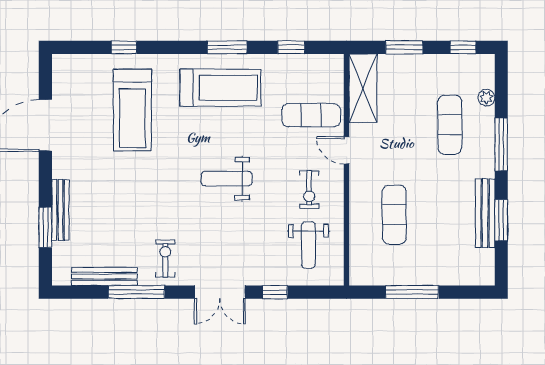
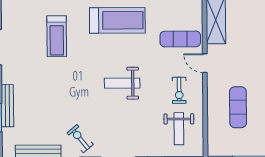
treadmill: (132, 110) -> (57, 36), width x0.73, depth x0.73
exercise bike: (165, 259) -> (80, 139), turned -39

